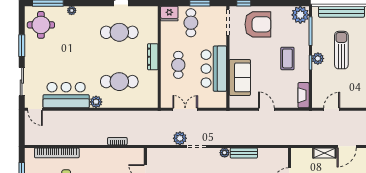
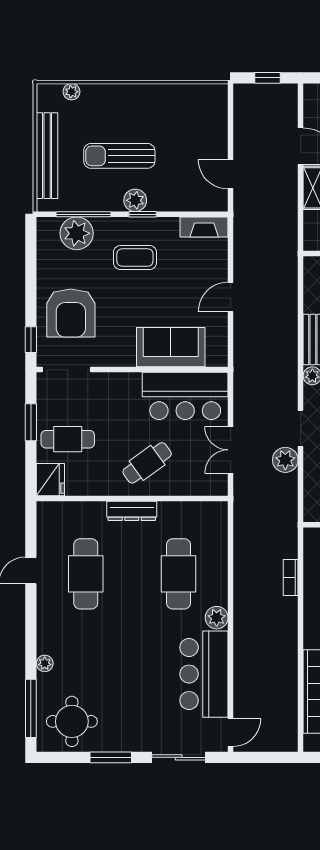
plant: (300, 15) -> (77, 233), moved
armchair: (258, 24) -> (71, 313), turned 180
cafe table: (178, 65) -> (147, 463), turned -36
bar counter: (214, 69) -> (185, 396), moved

